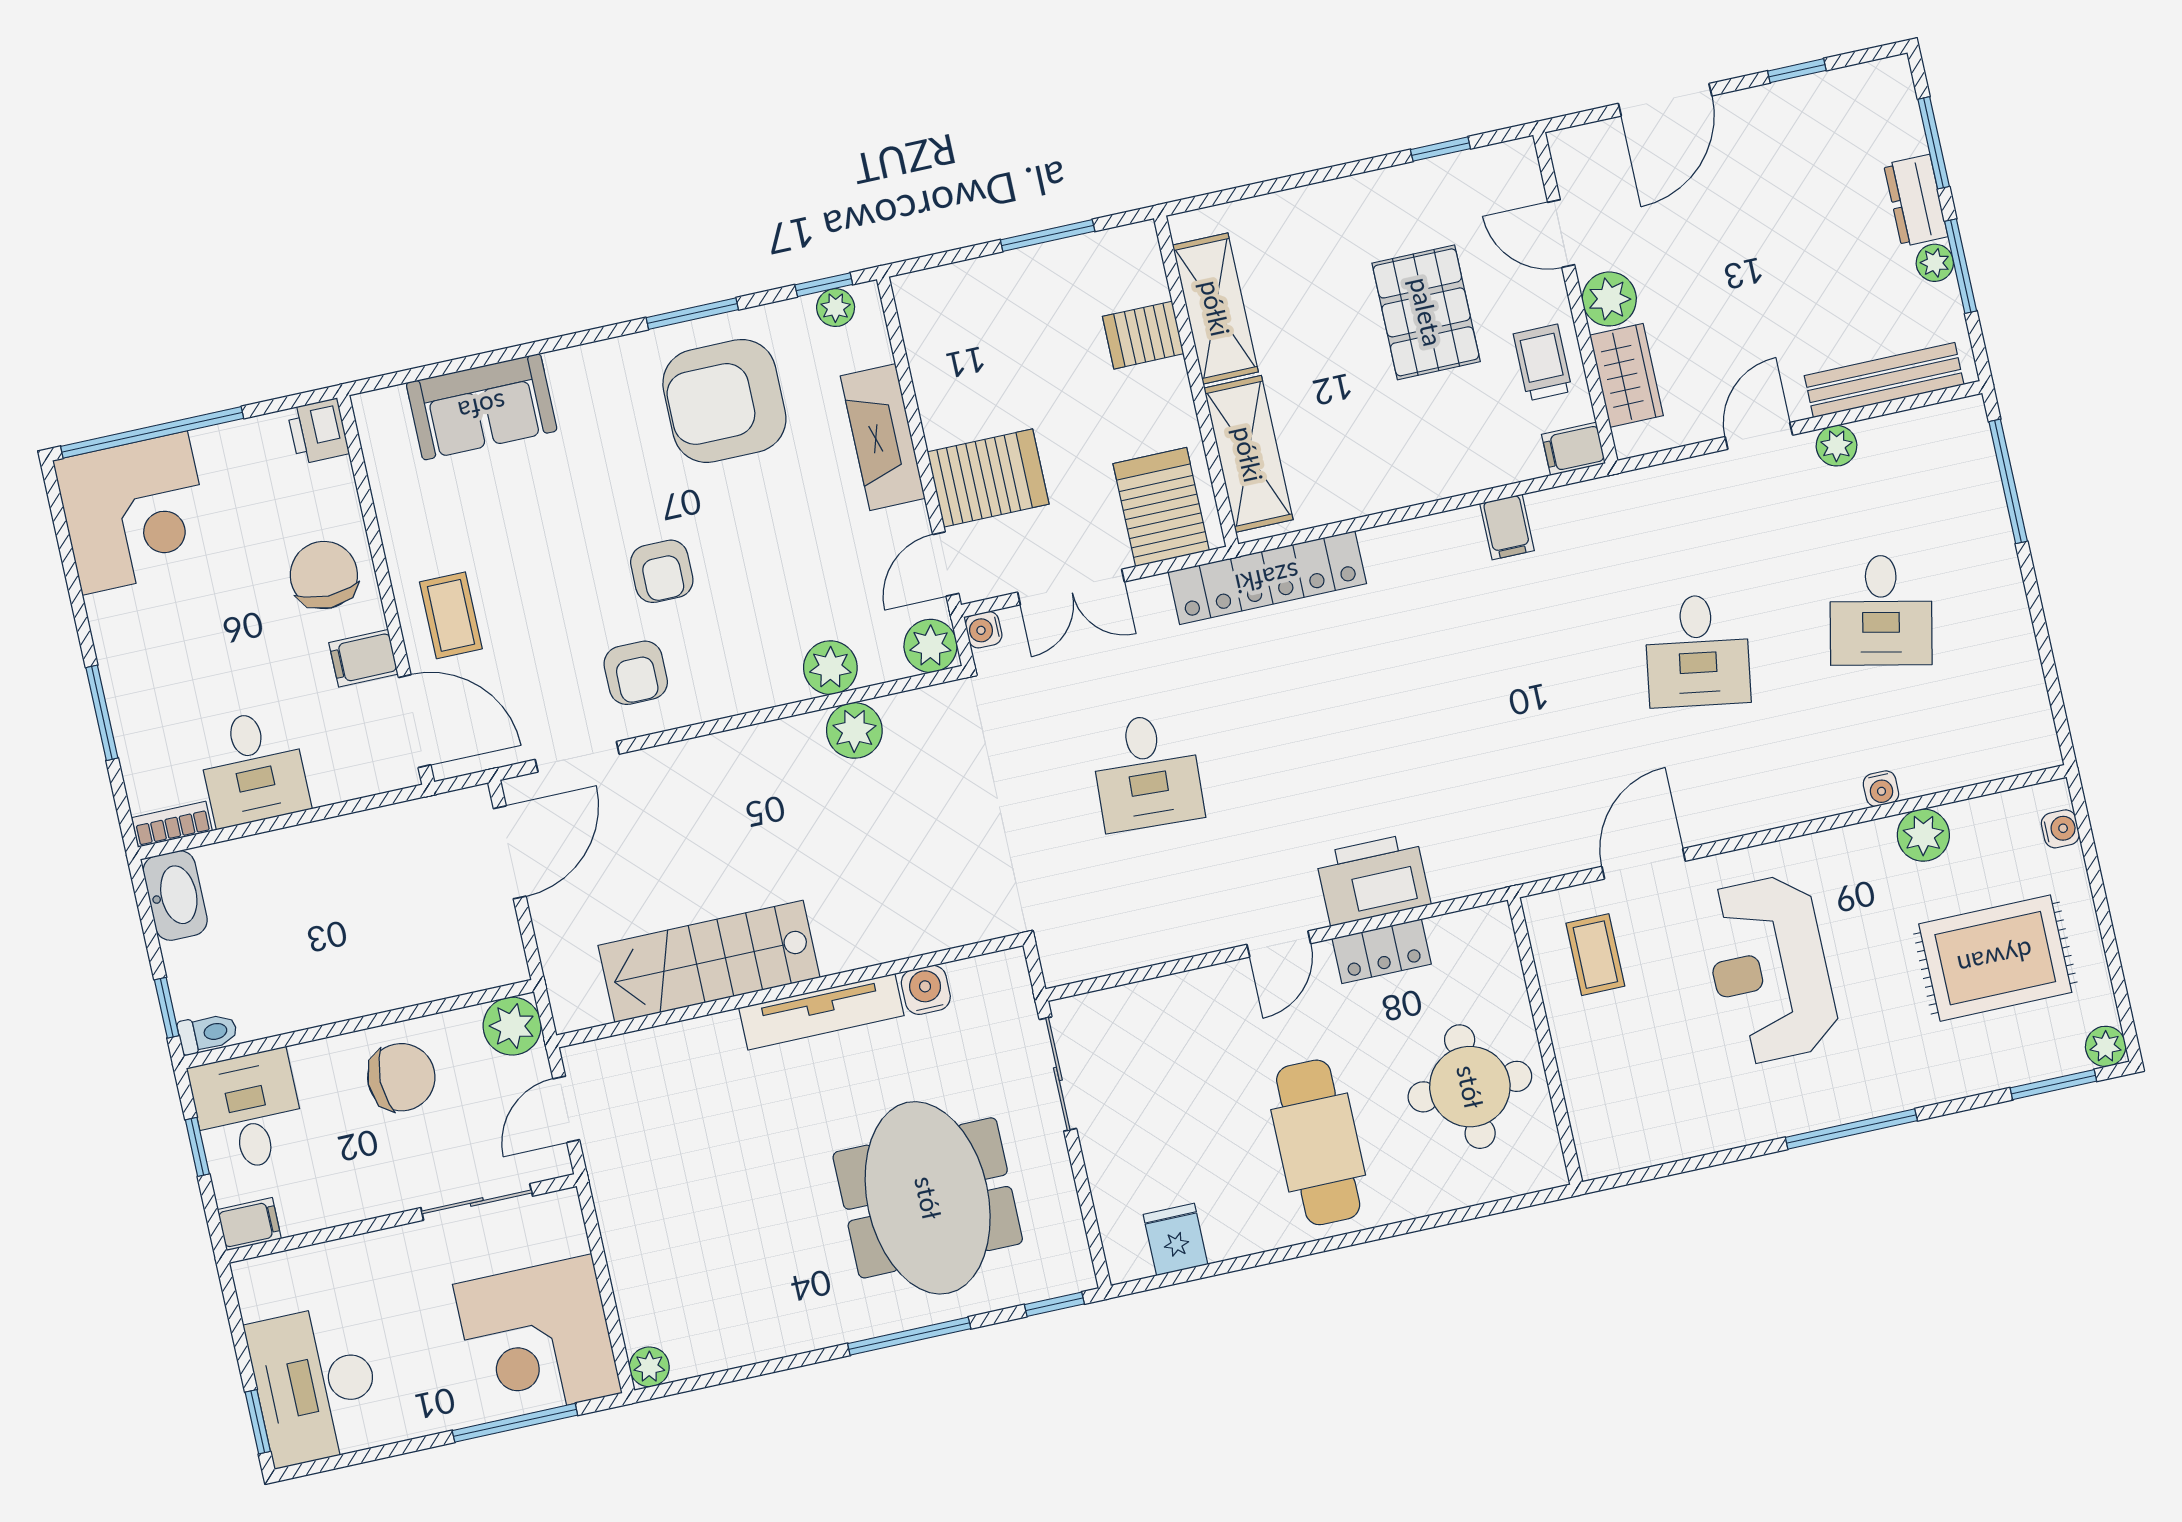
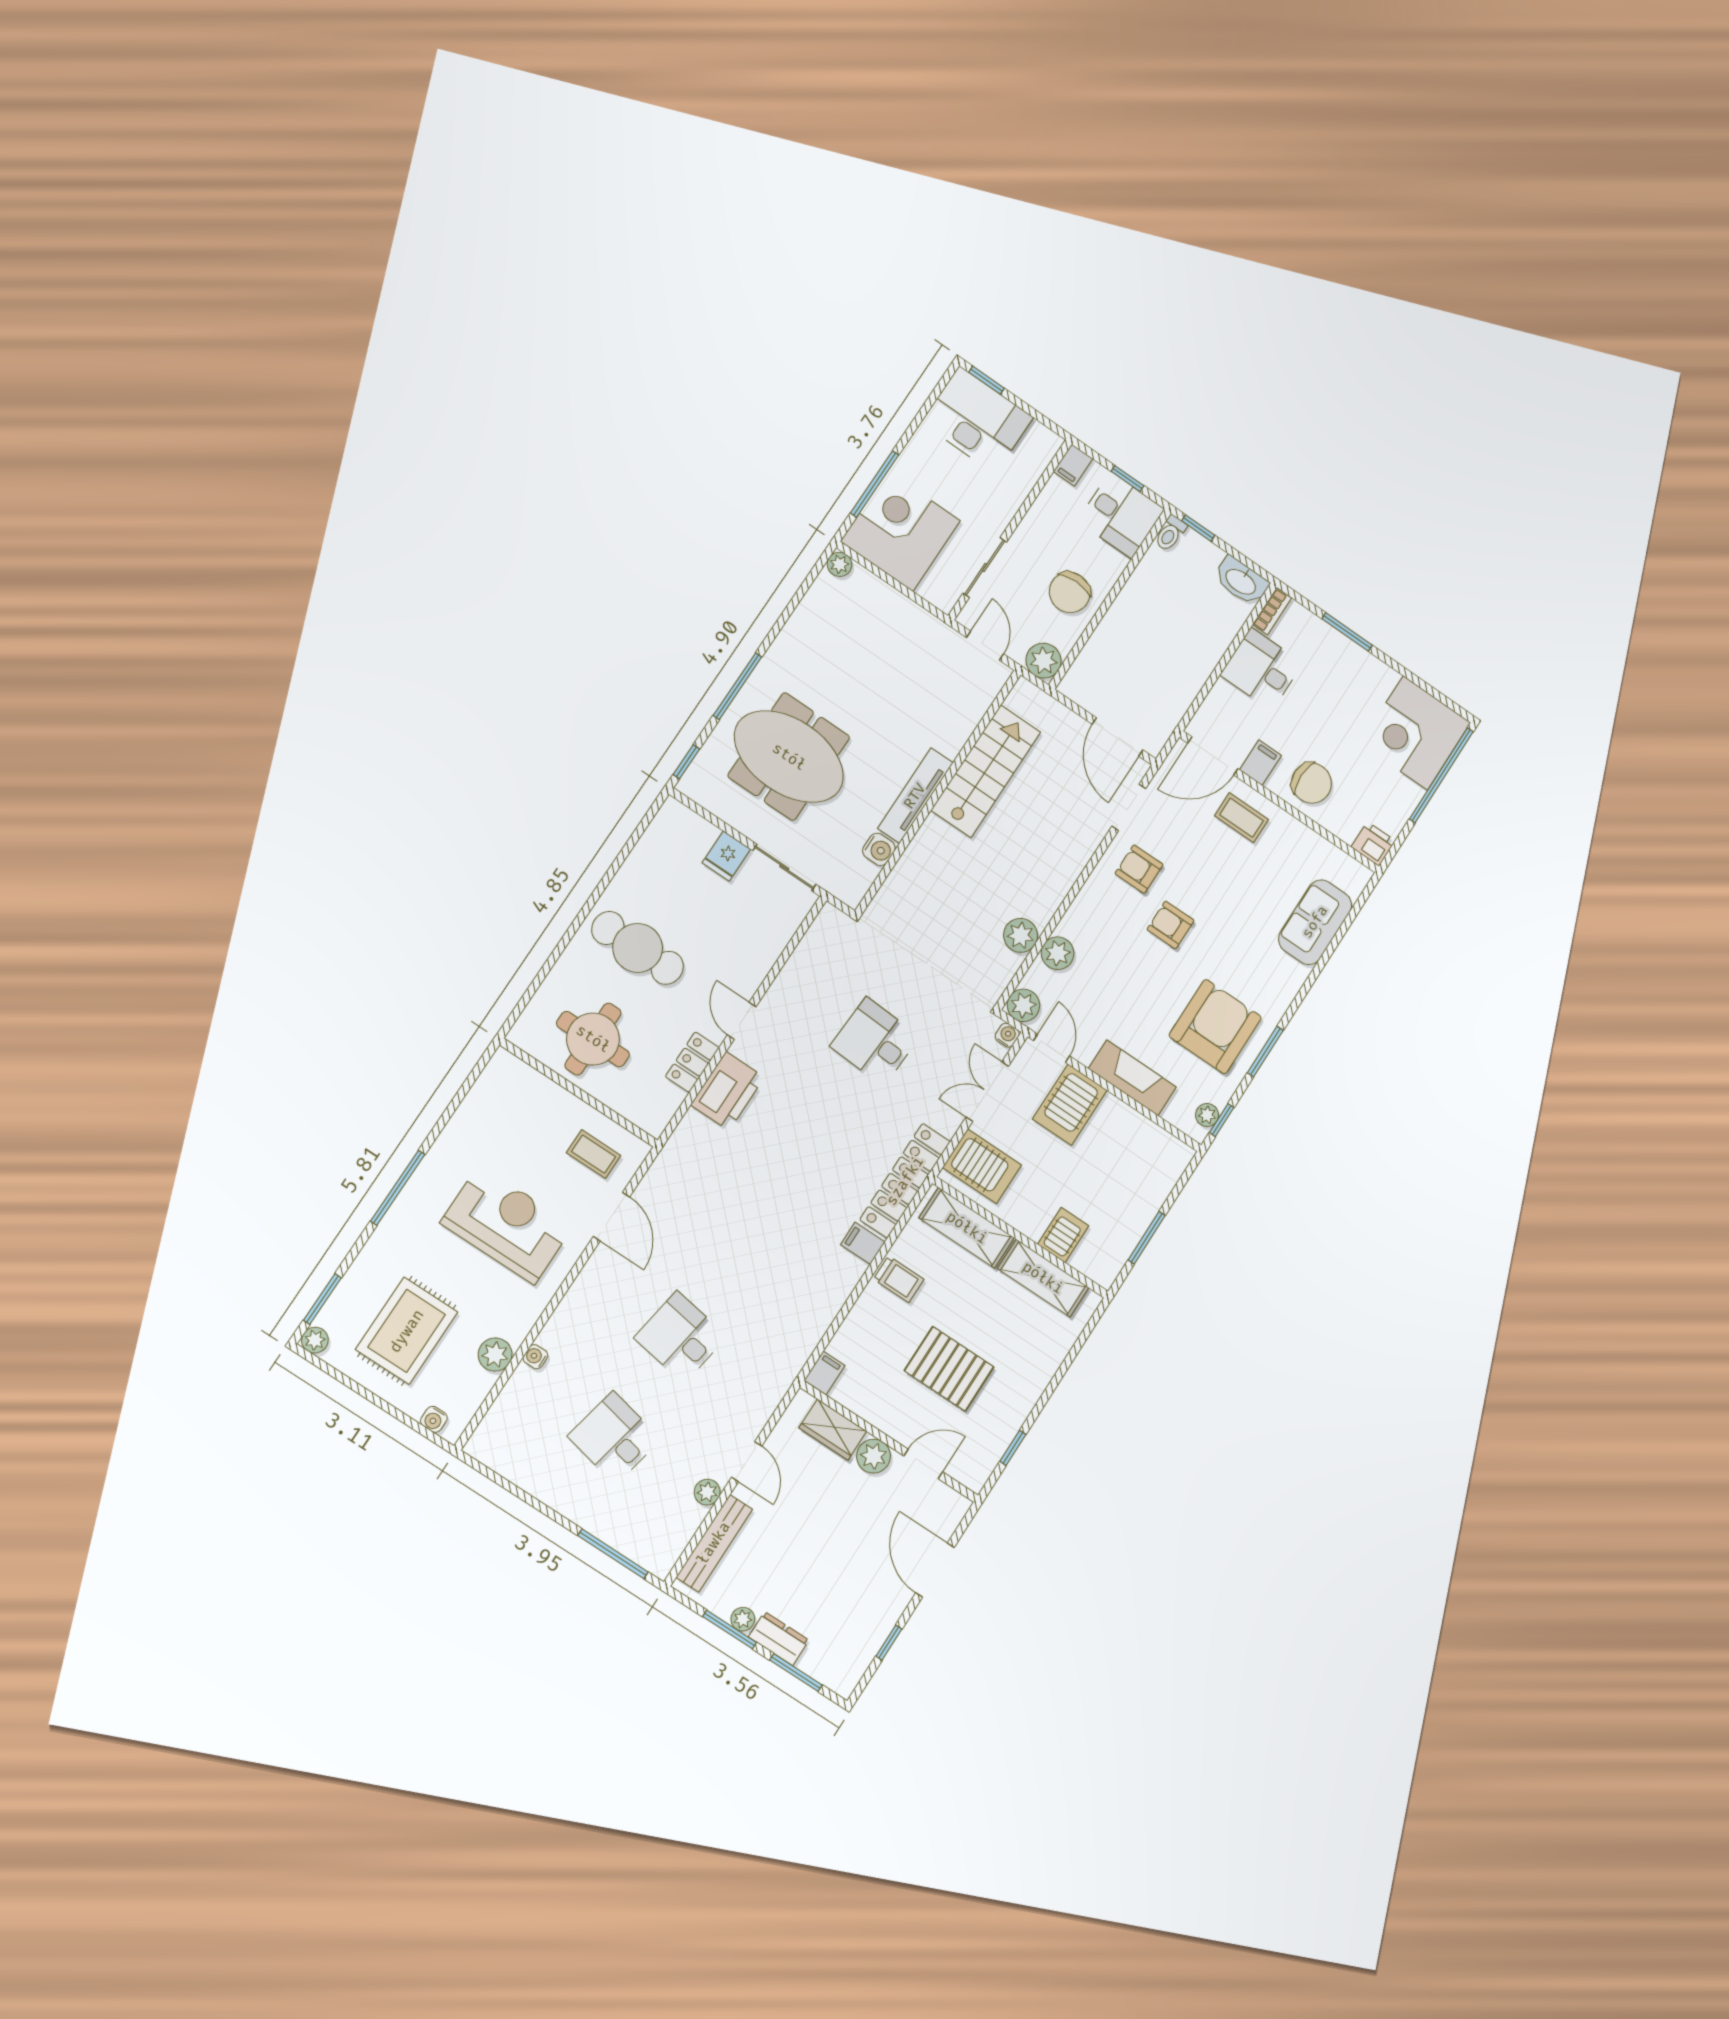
trolley: (1543, 362) -> (899, 1279), moved
filing cabinet: (1507, 527) -> (863, 1243), moved
fridge: (1175, 1239) -> (726, 856), moved, turned 90

